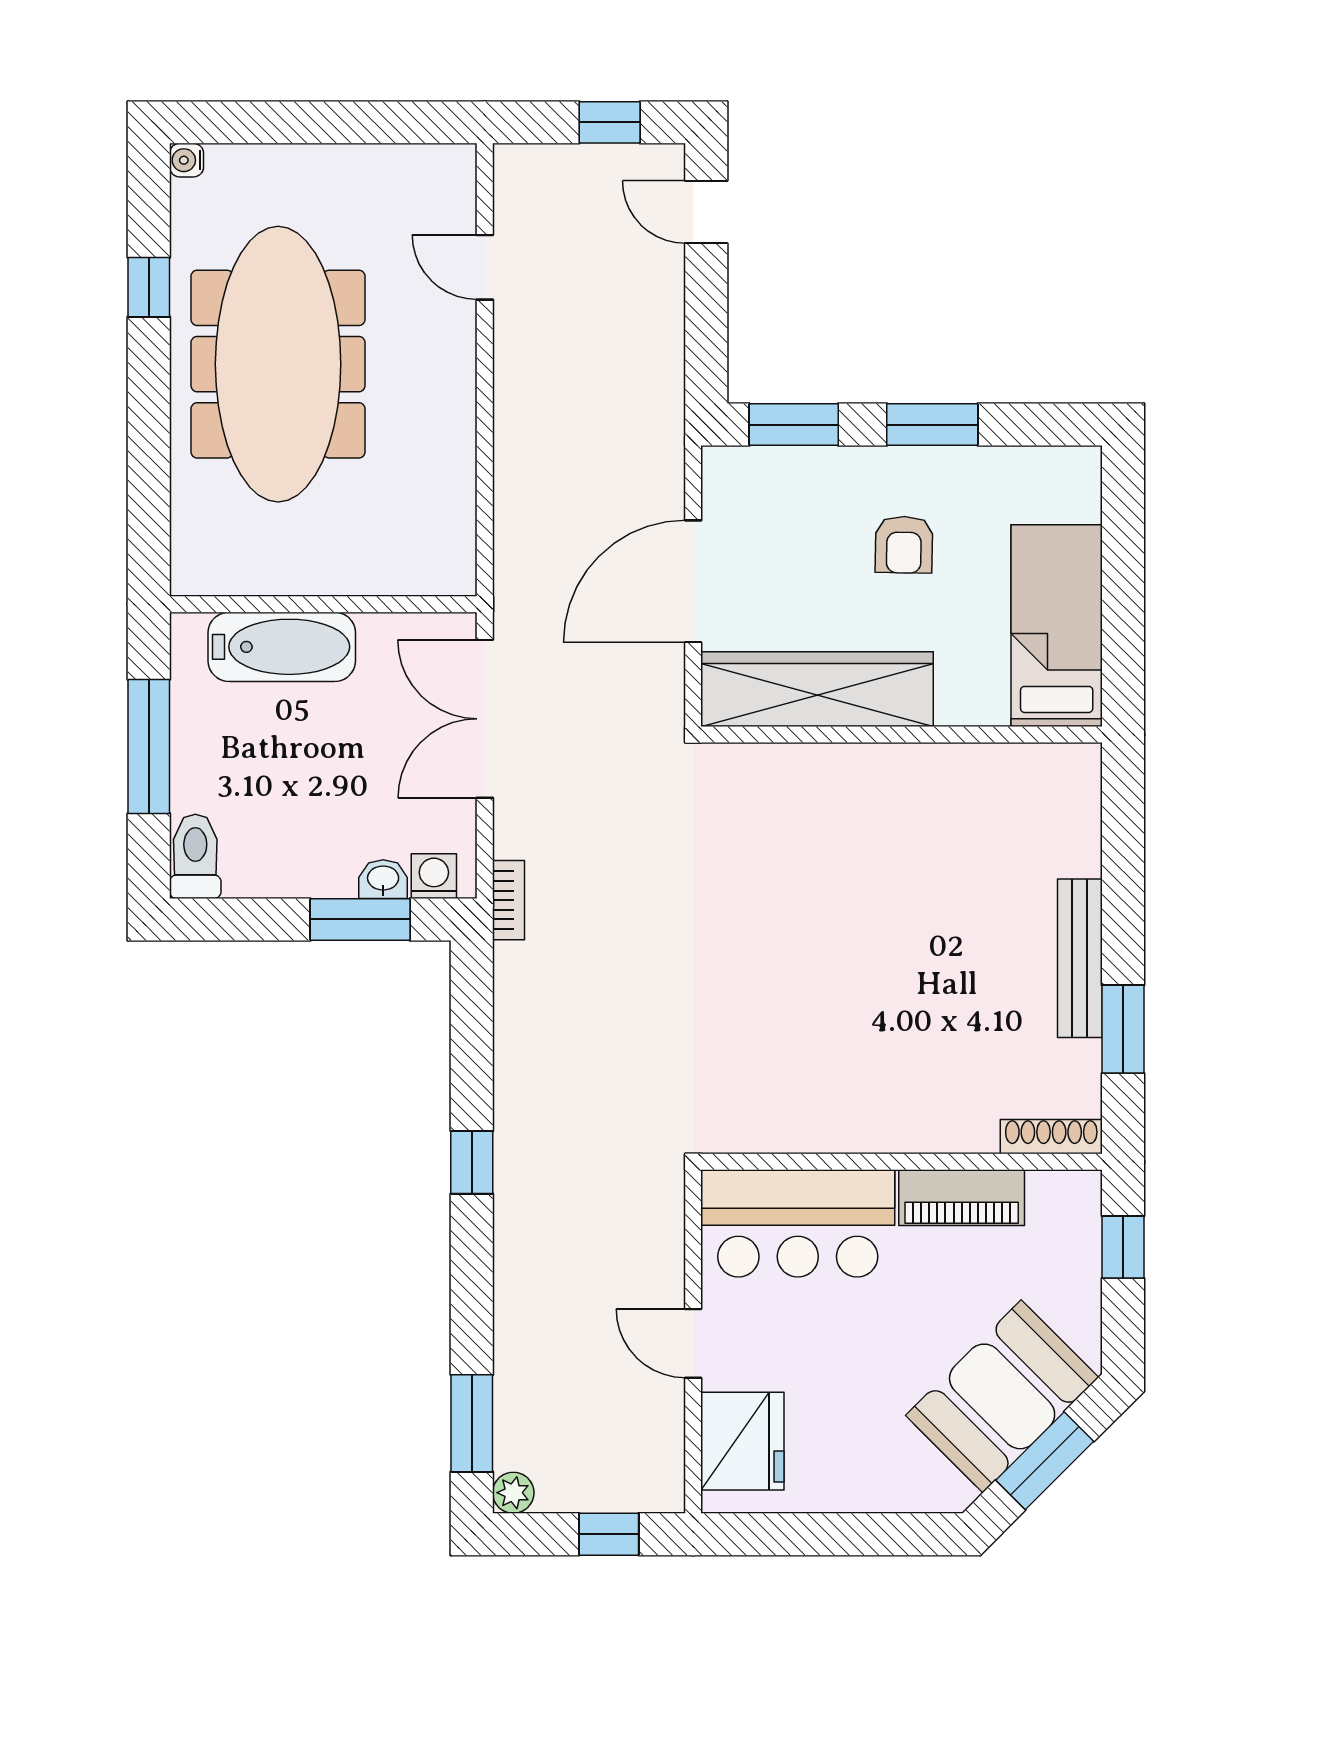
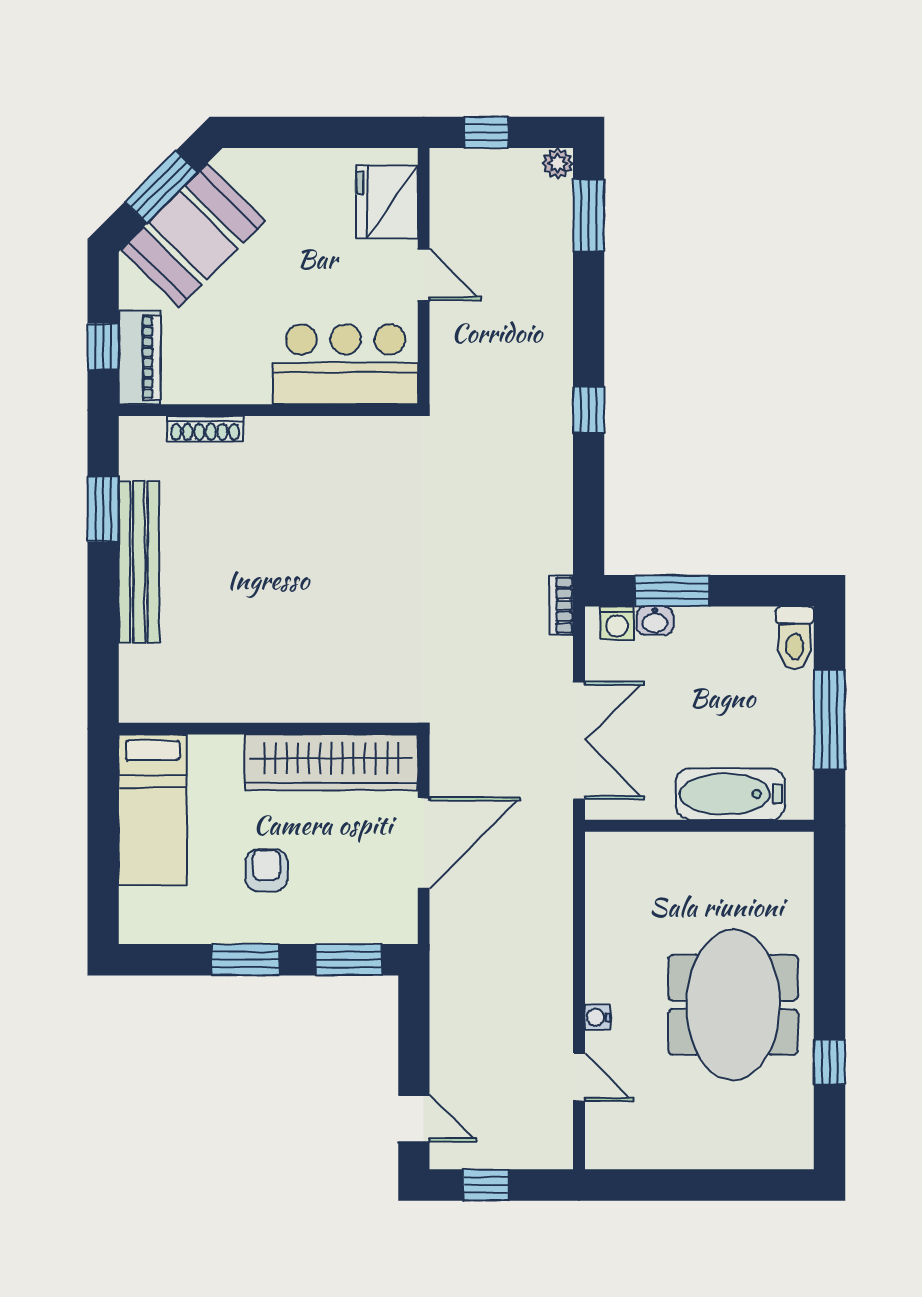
water cooler: (187, 160) -> (597, 1017), moved, turned 180
meeting table: (278, 364) -> (733, 1005), width x0.73
bench: (1080, 958) -> (139, 562), width x1.37, depth x1.21
shoe rack: (1051, 1137) -> (205, 429), moved
piano: (962, 1198) -> (140, 357), moved, turned 90

